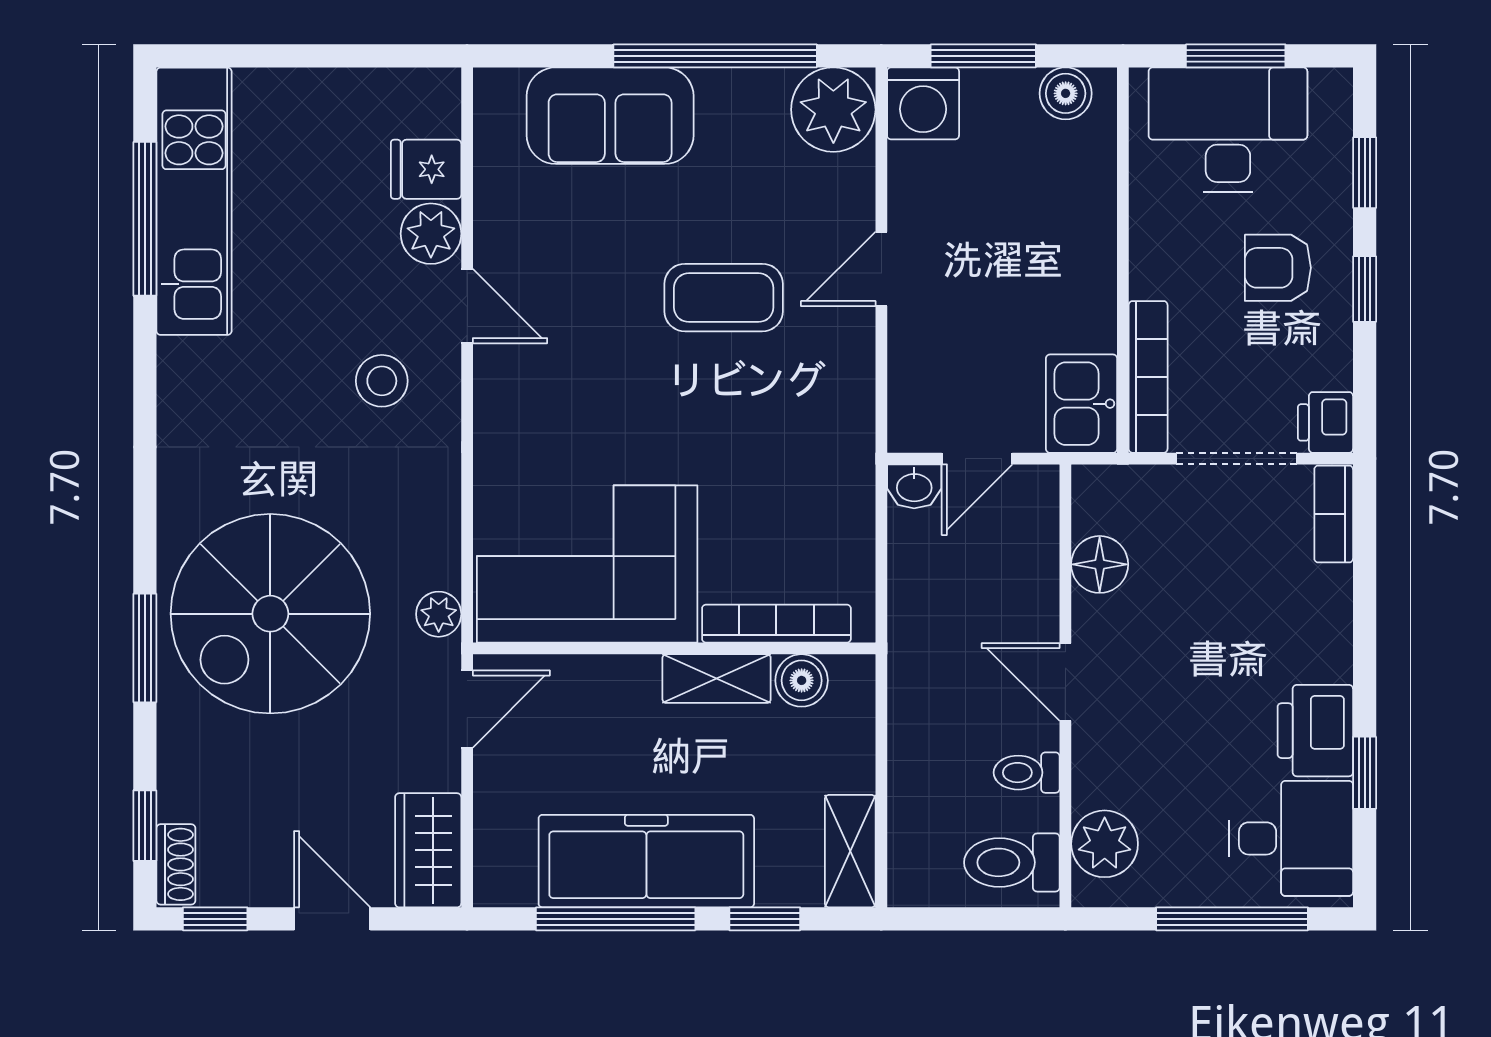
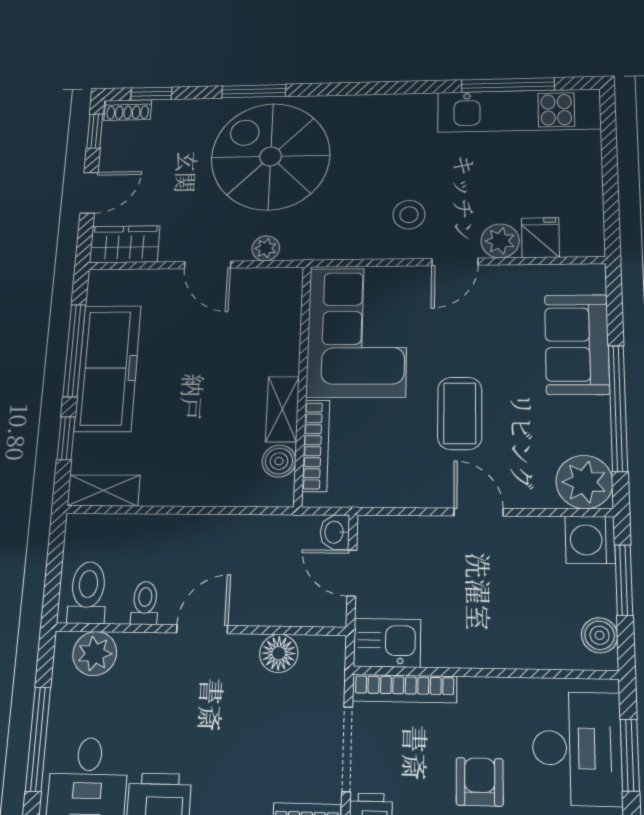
corner sofa: (587, 564) -> (357, 332), moved
bookcase: (776, 624) -> (316, 446), moved
wall: (674, 648) -> (302, 384), moved
shelving: (717, 679) -> (282, 409), moved
boiler: (802, 680) -> (279, 461), moved

